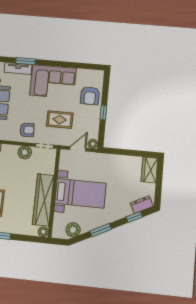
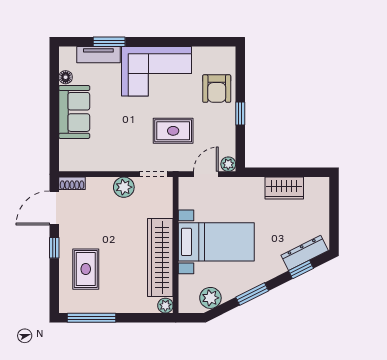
armchair: (27, 130) -> (124, 152), removed
wardrobe: (149, 170) -> (284, 188), moved, turned -90
dresser: (142, 205) -> (305, 253), width x1.44

